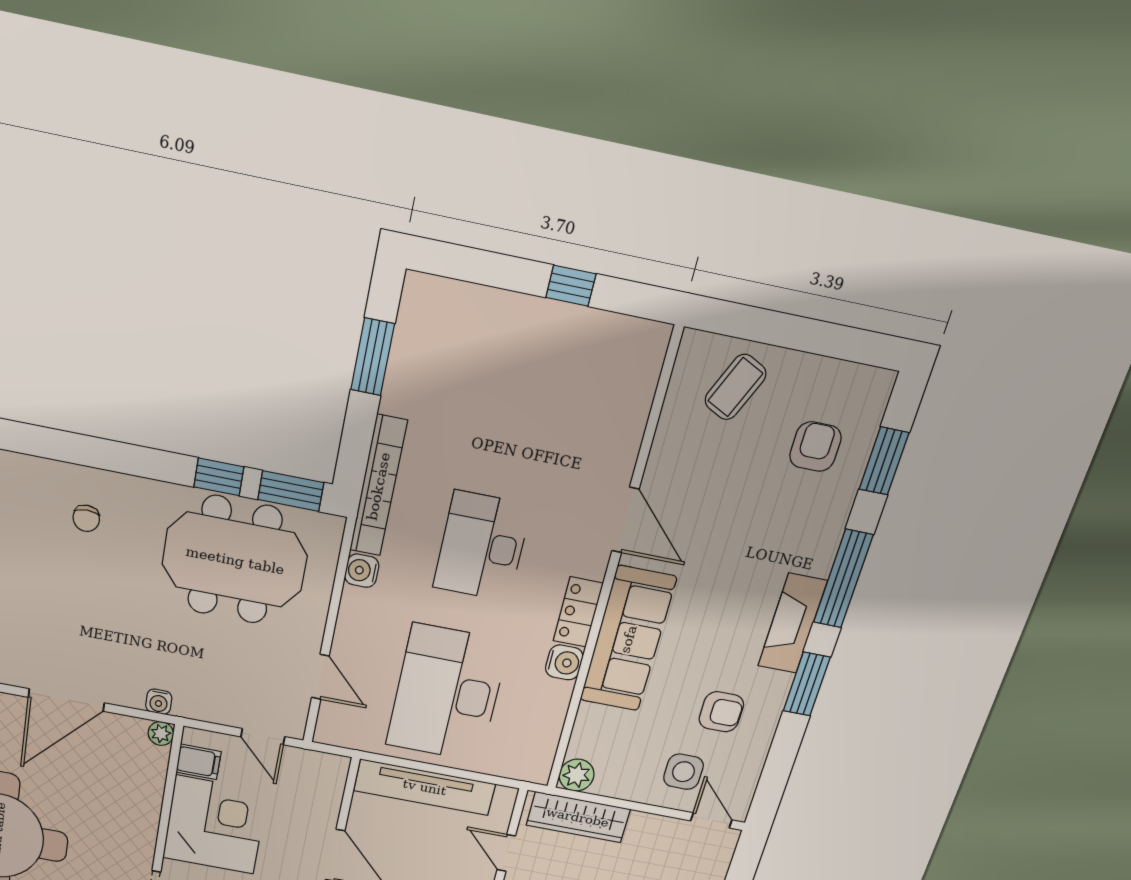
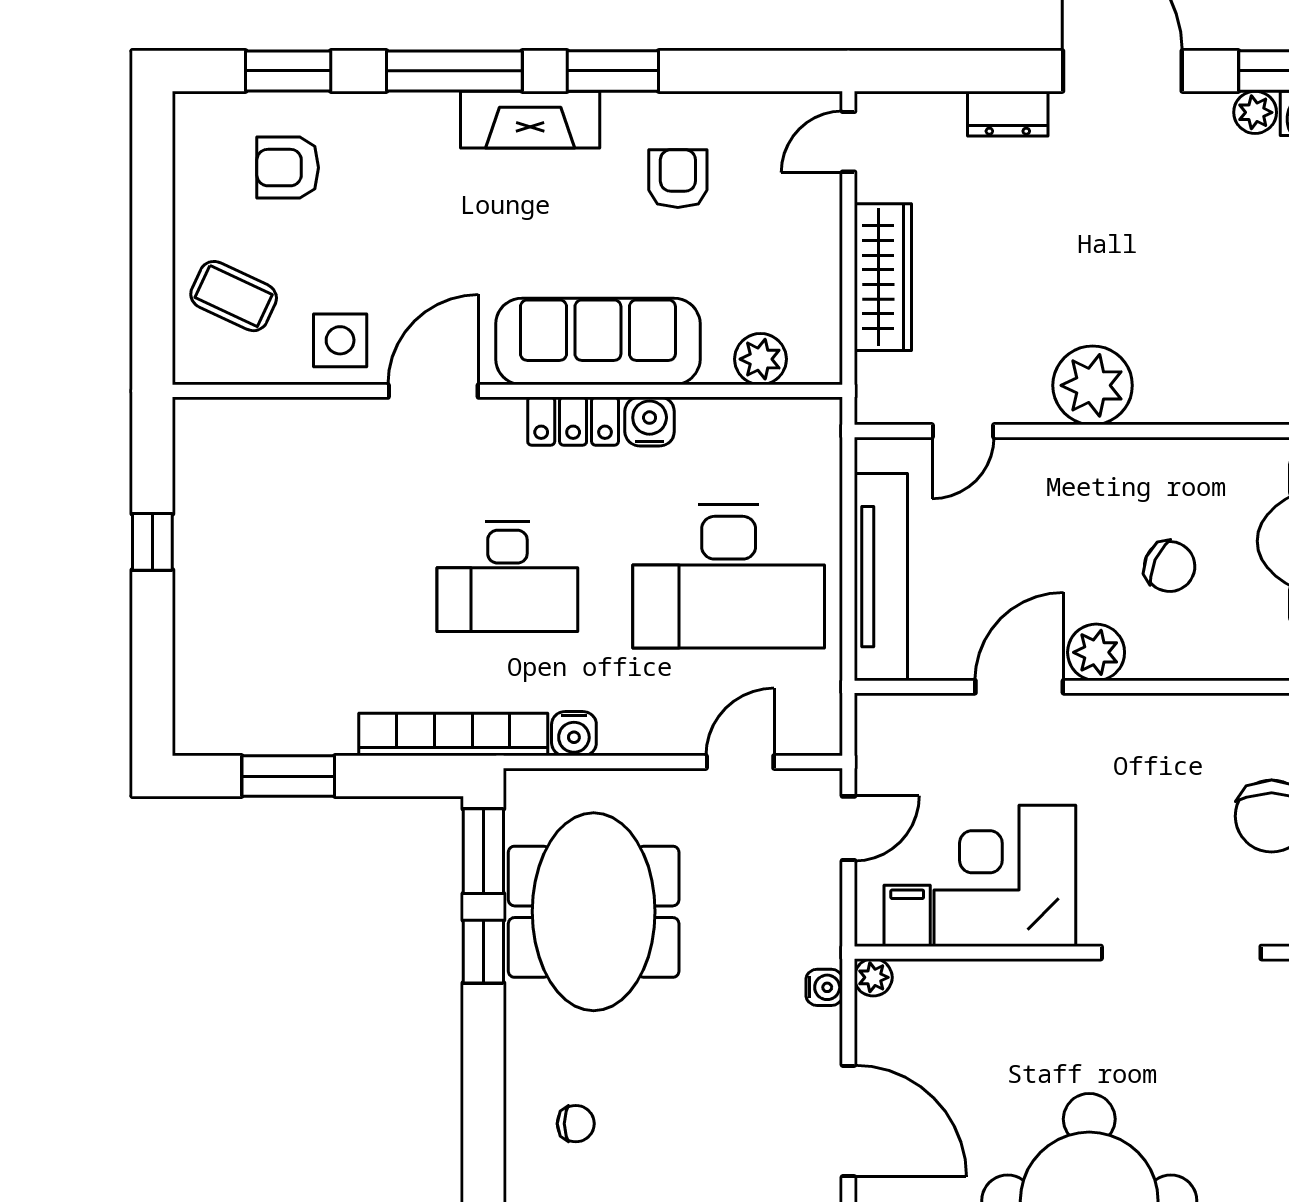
side table: (683, 772) -> (340, 340), moved
plant: (577, 775) -> (761, 359), moved
wardrobe: (578, 817) -> (883, 277), moved

